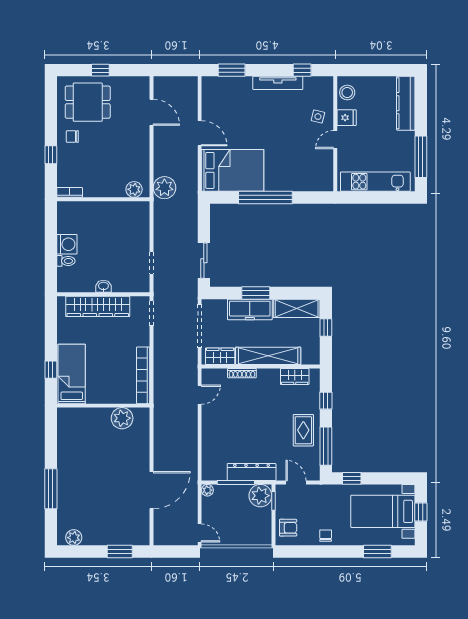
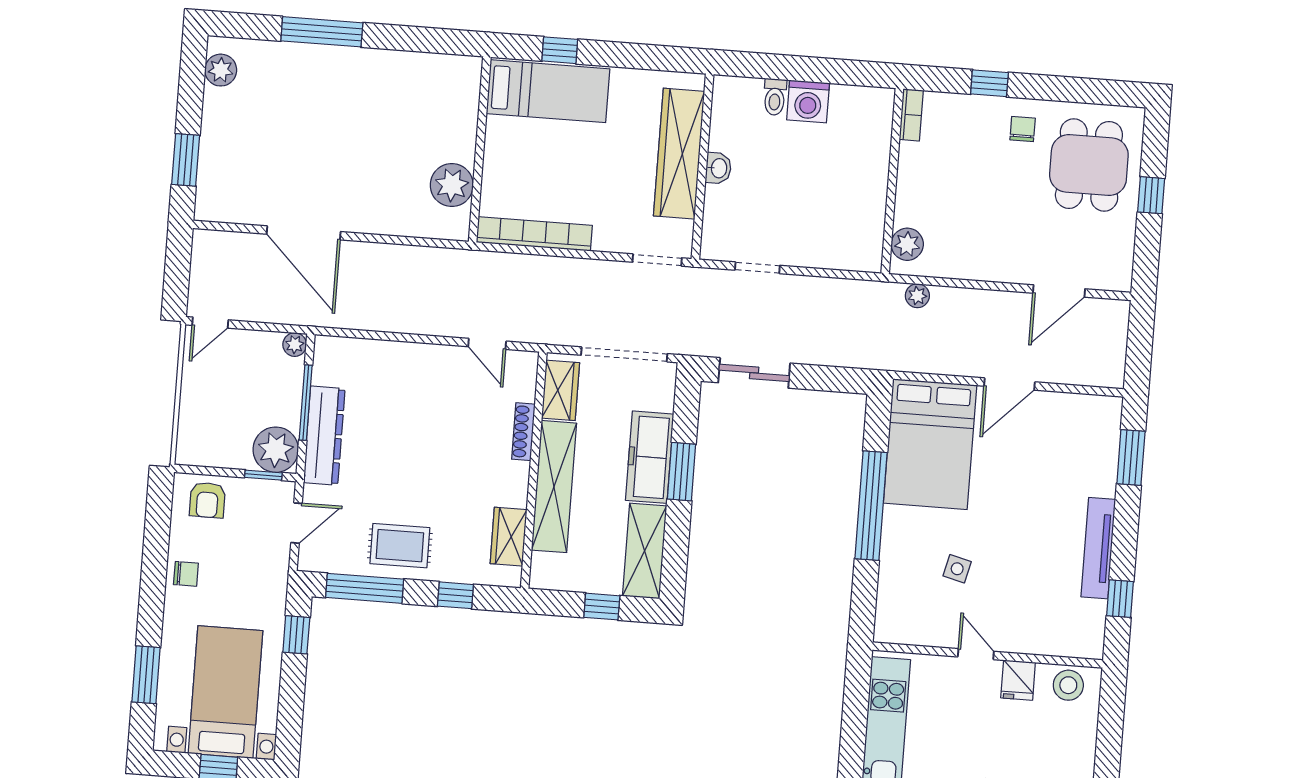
side table: (318, 117) -> (957, 569), moved
plant: (164, 188) -> (917, 296), width x0.53, depth x0.53

